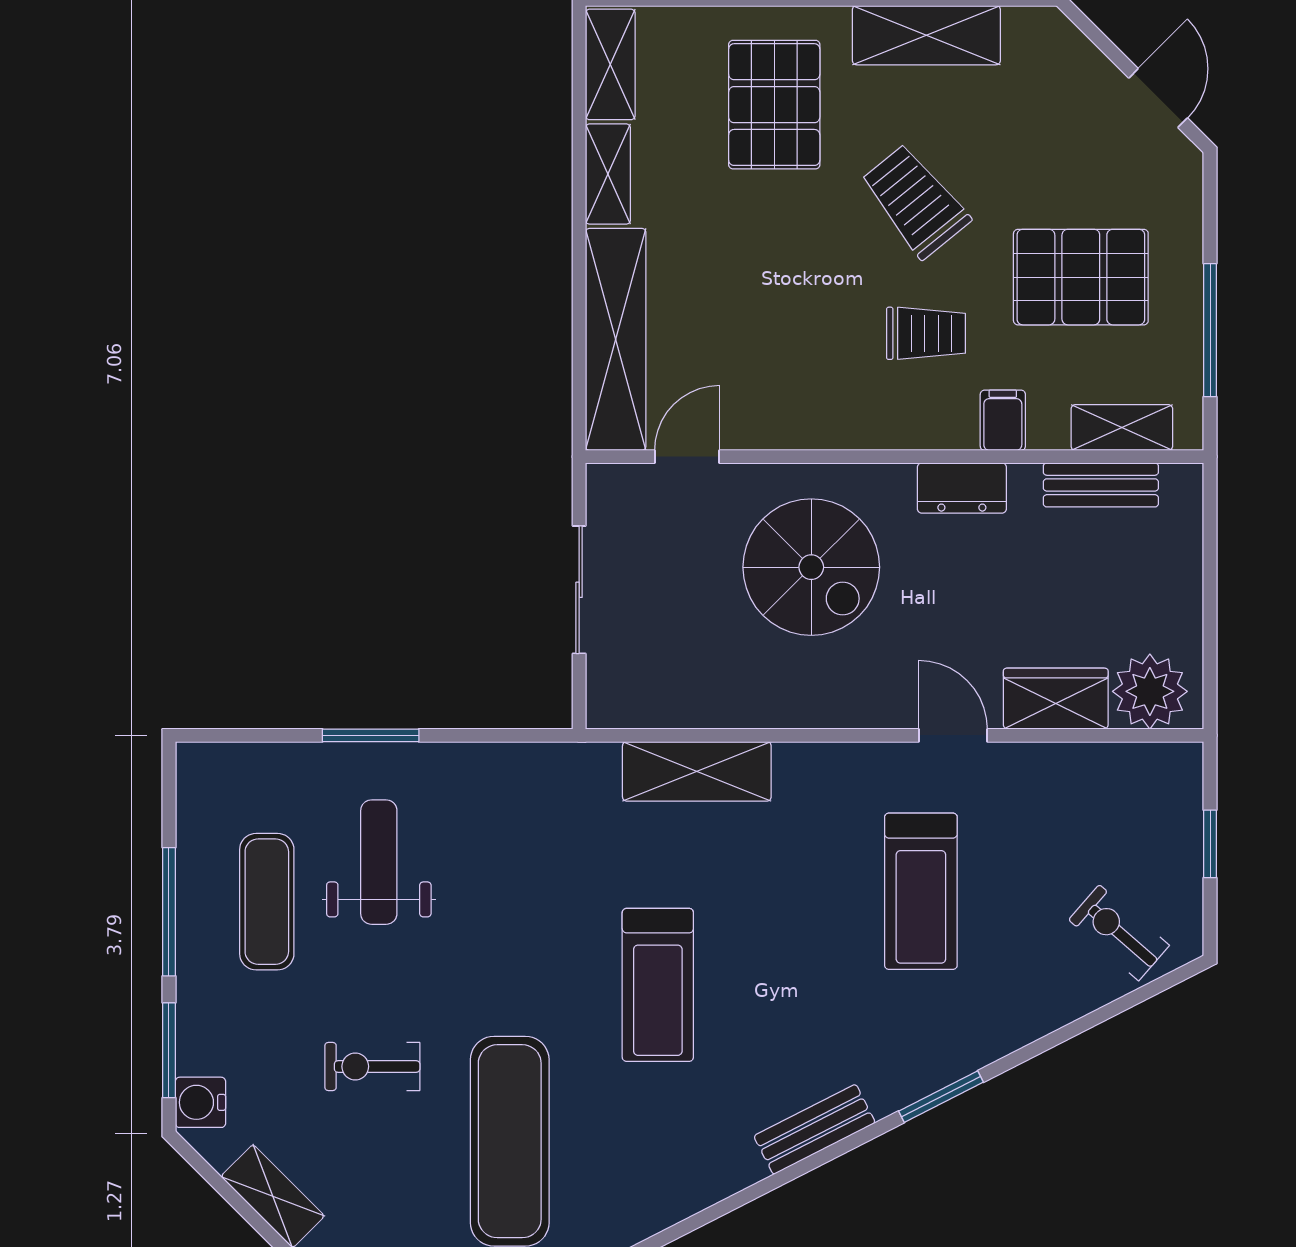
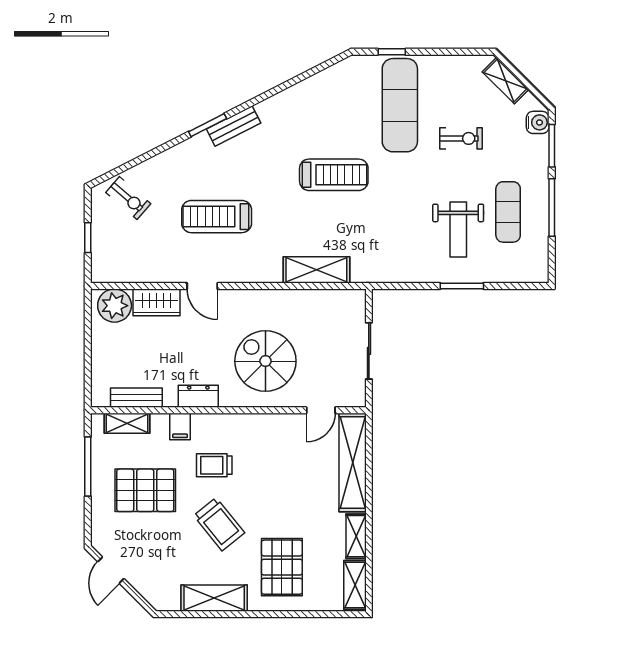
treadmill: (921, 891) -> (217, 217), turned -90
treadmill: (658, 985) -> (334, 175), turned 90
bench: (815, 1129) -> (234, 126), moved

